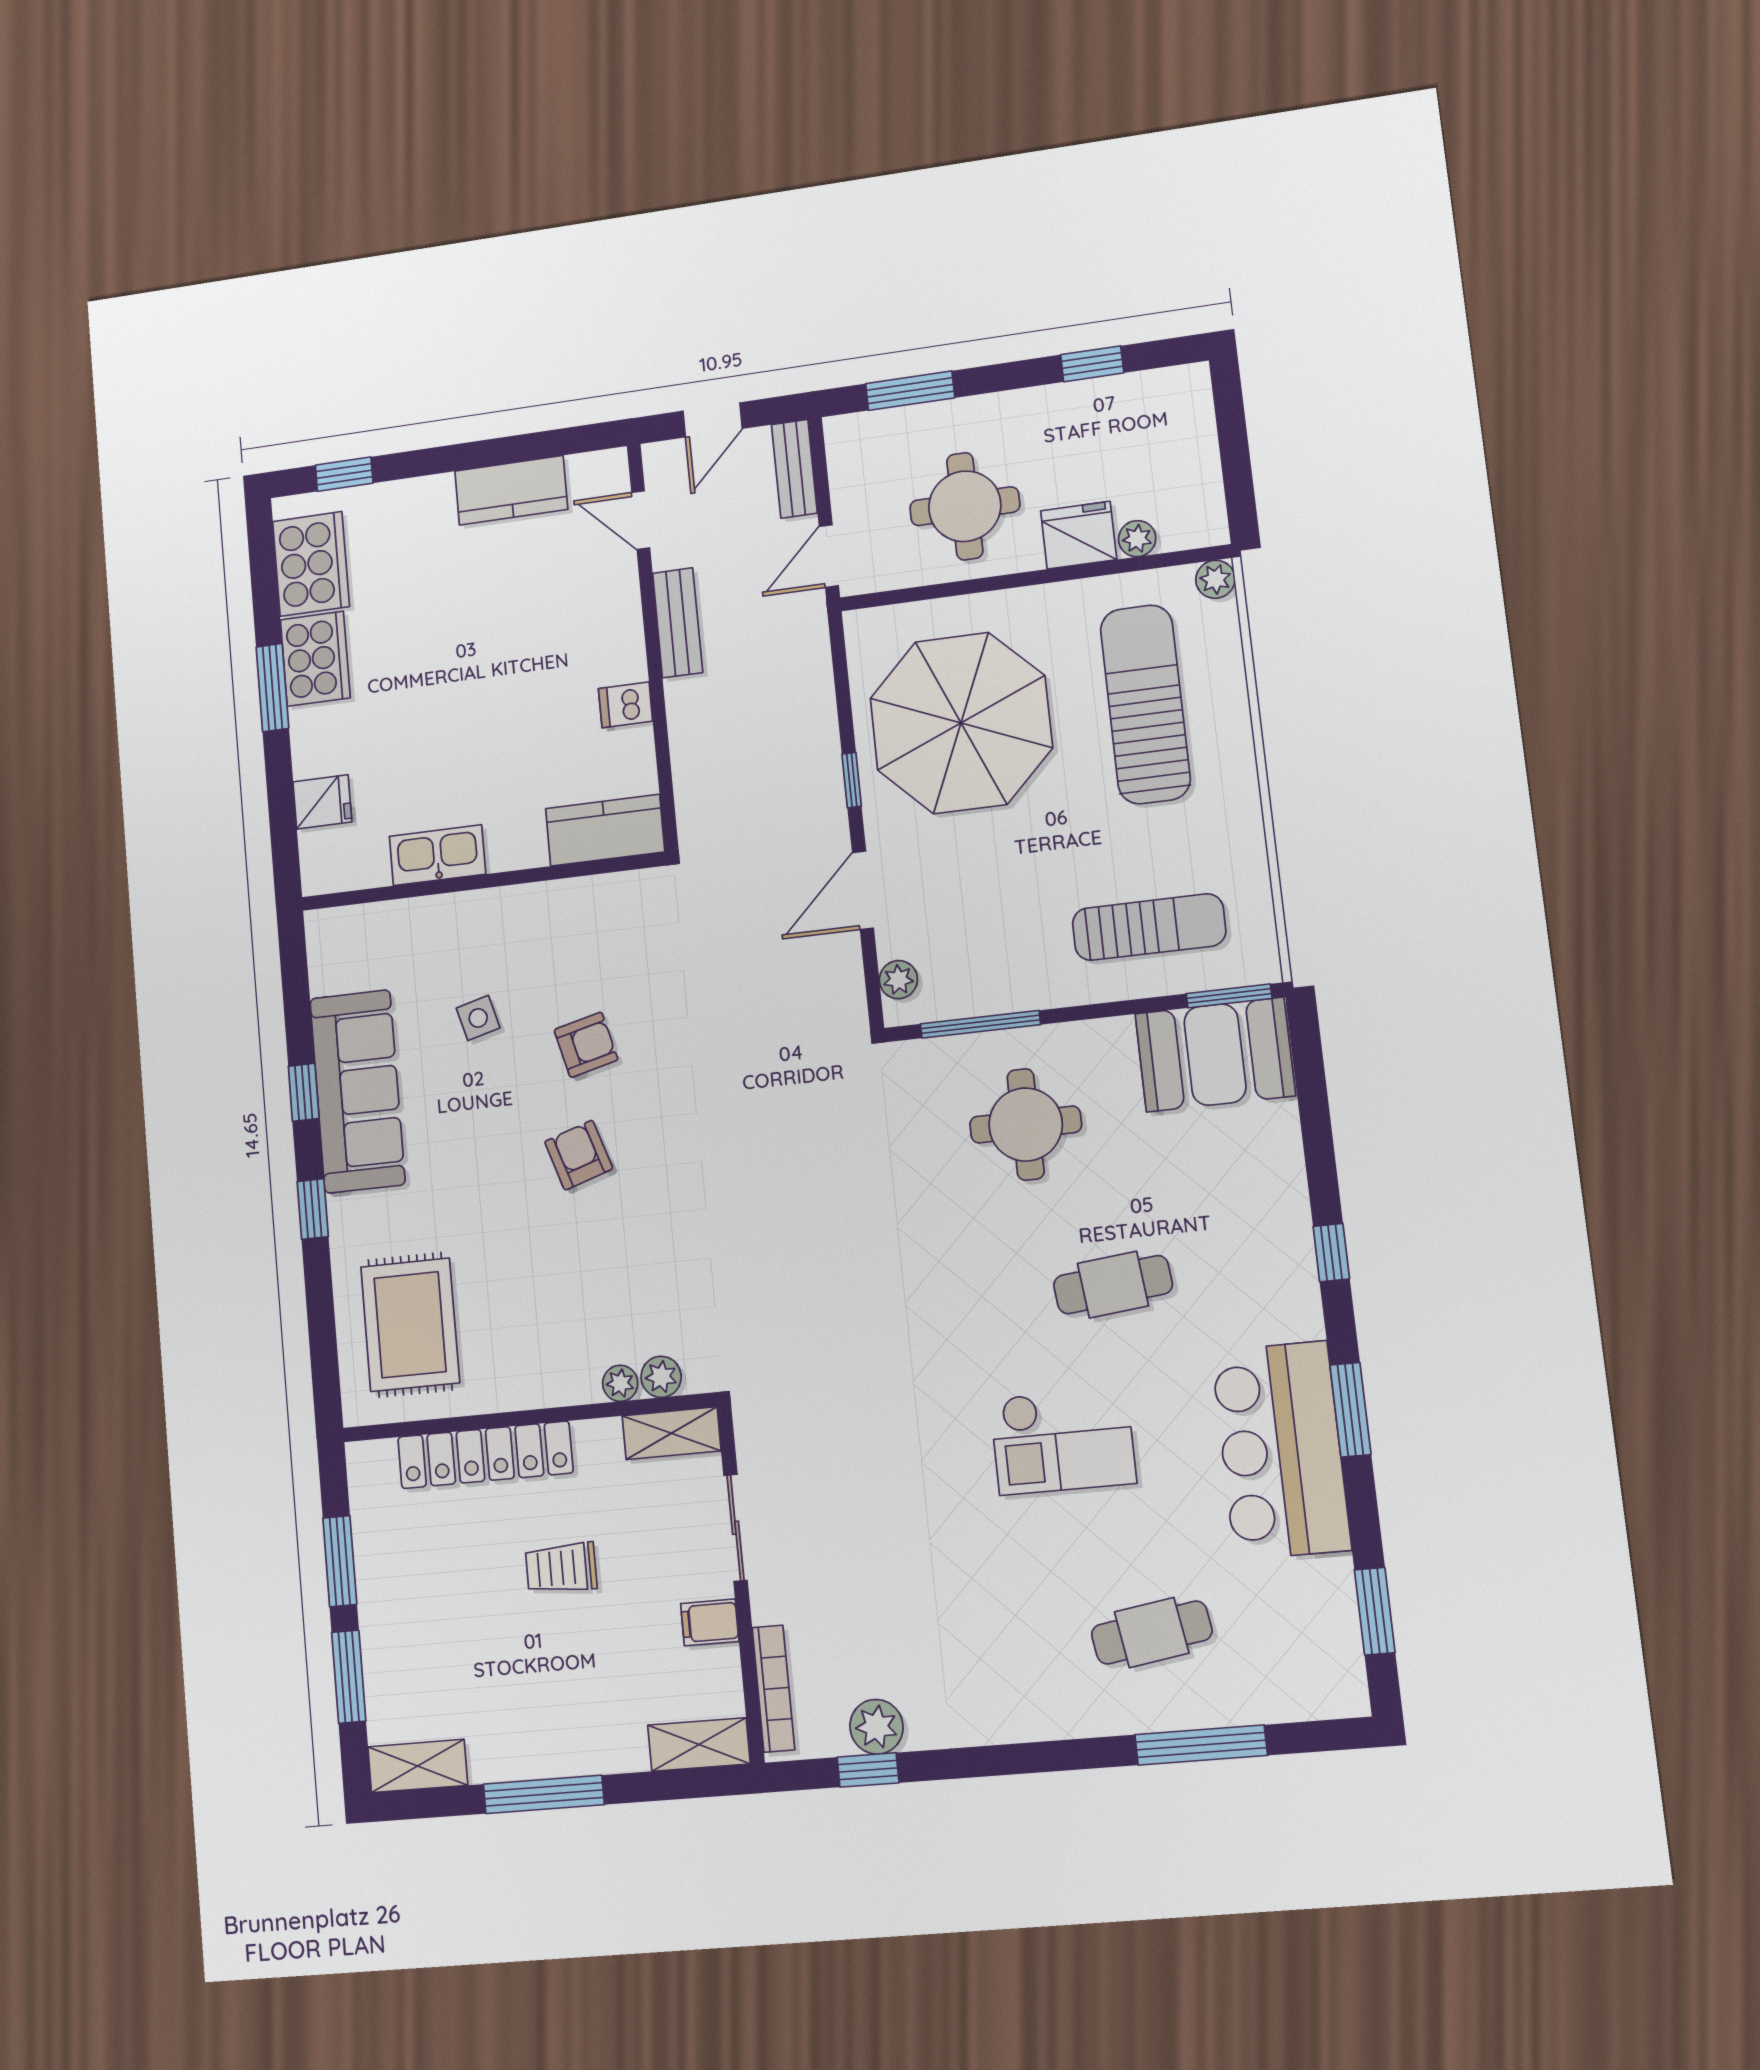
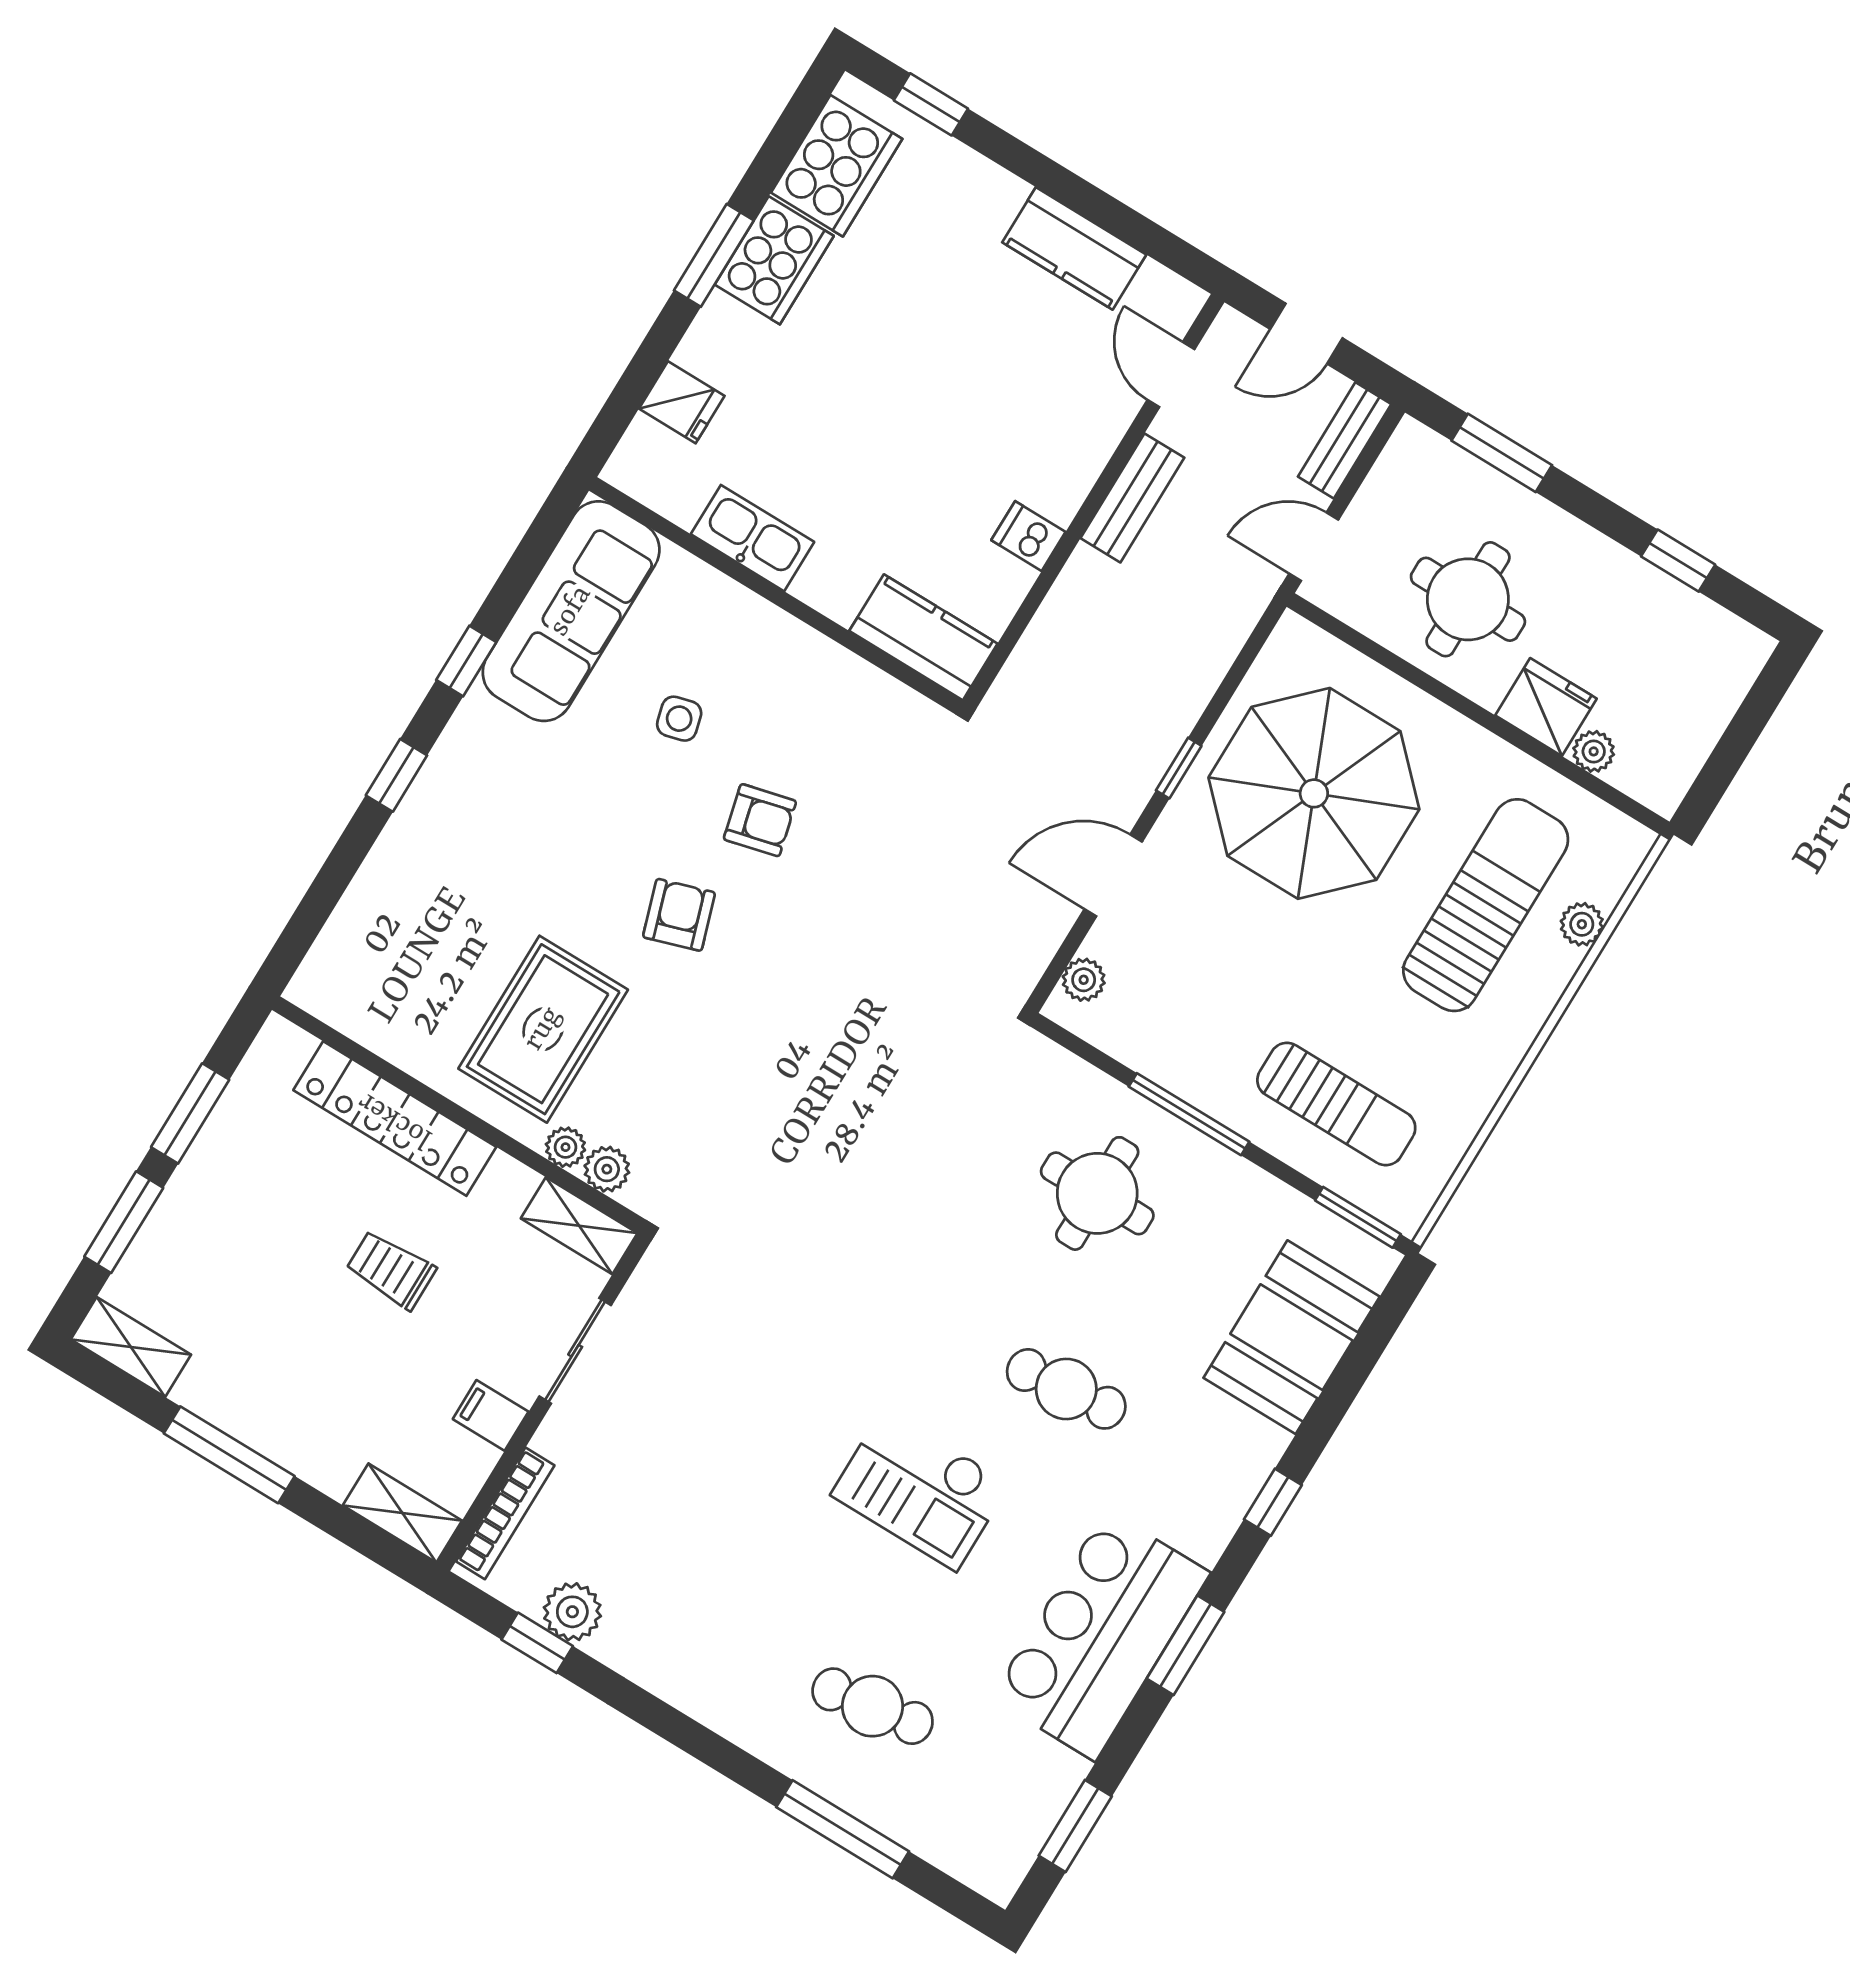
plant: (1215, 579) -> (1582, 924), moved
window: (980, 1024) -> (1189, 1114), moved
booth: (1215, 1055) -> (1292, 1337), moved, turned 90
sofa: (357, 1091) -> (571, 611), moved
rug: (410, 1325) -> (543, 1029), moved

